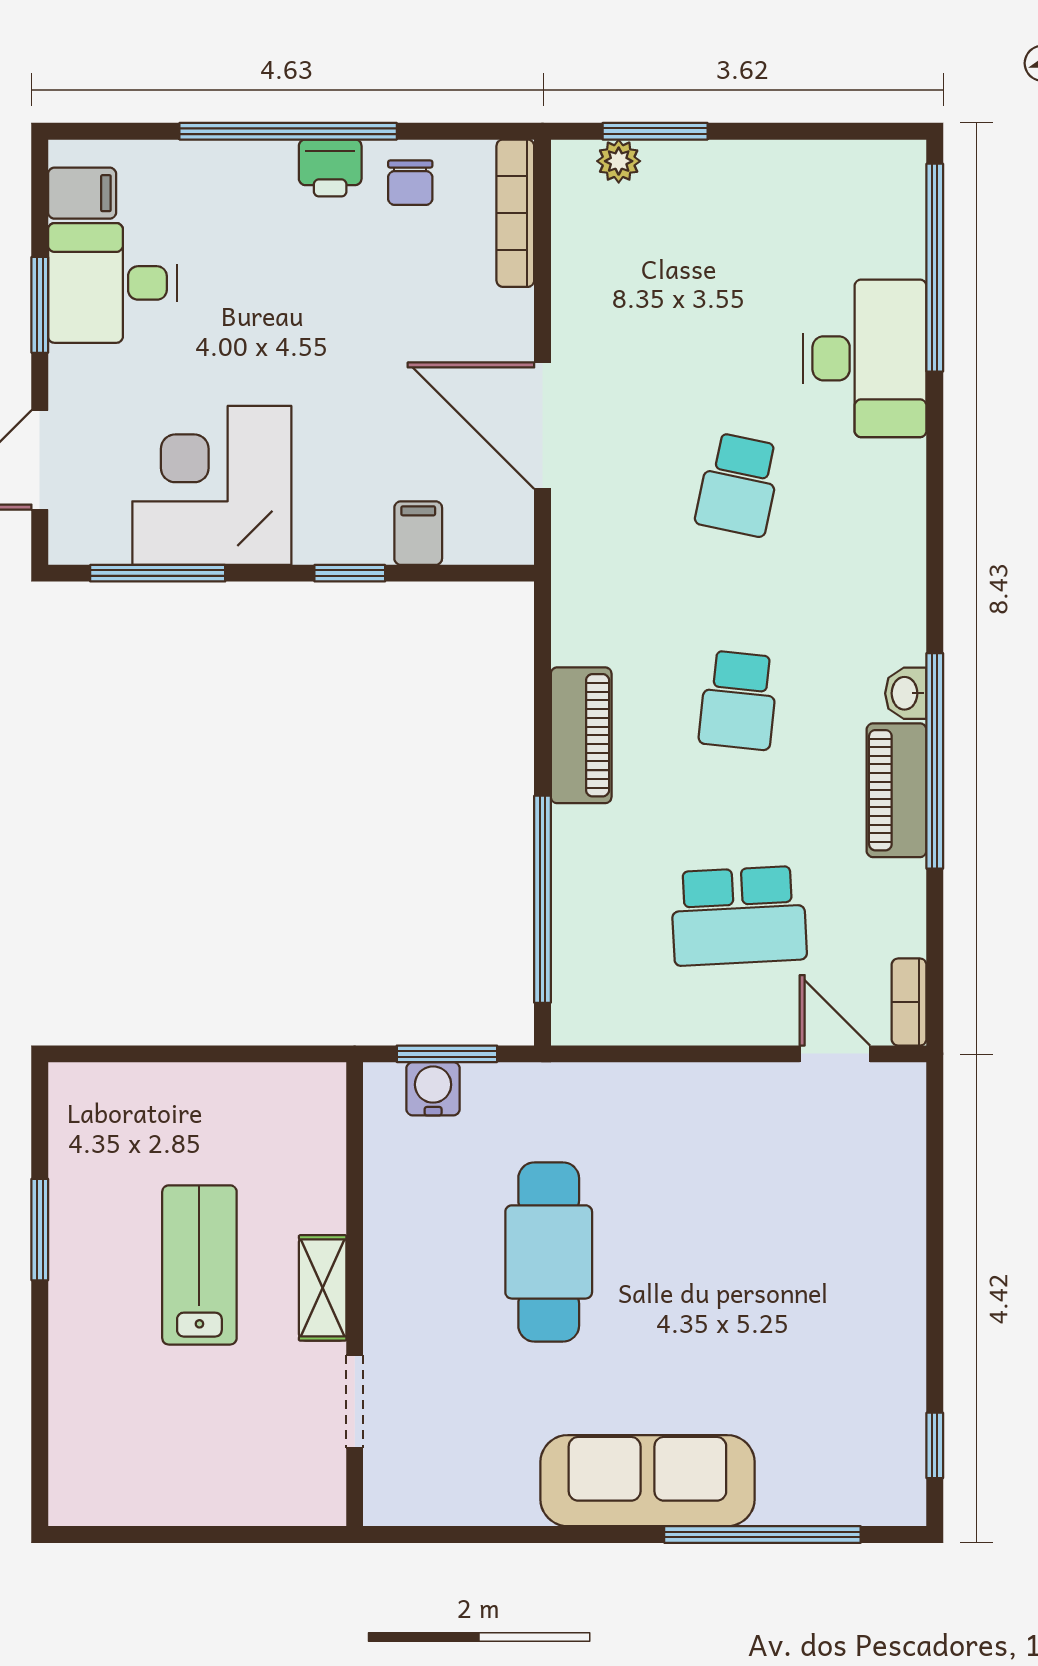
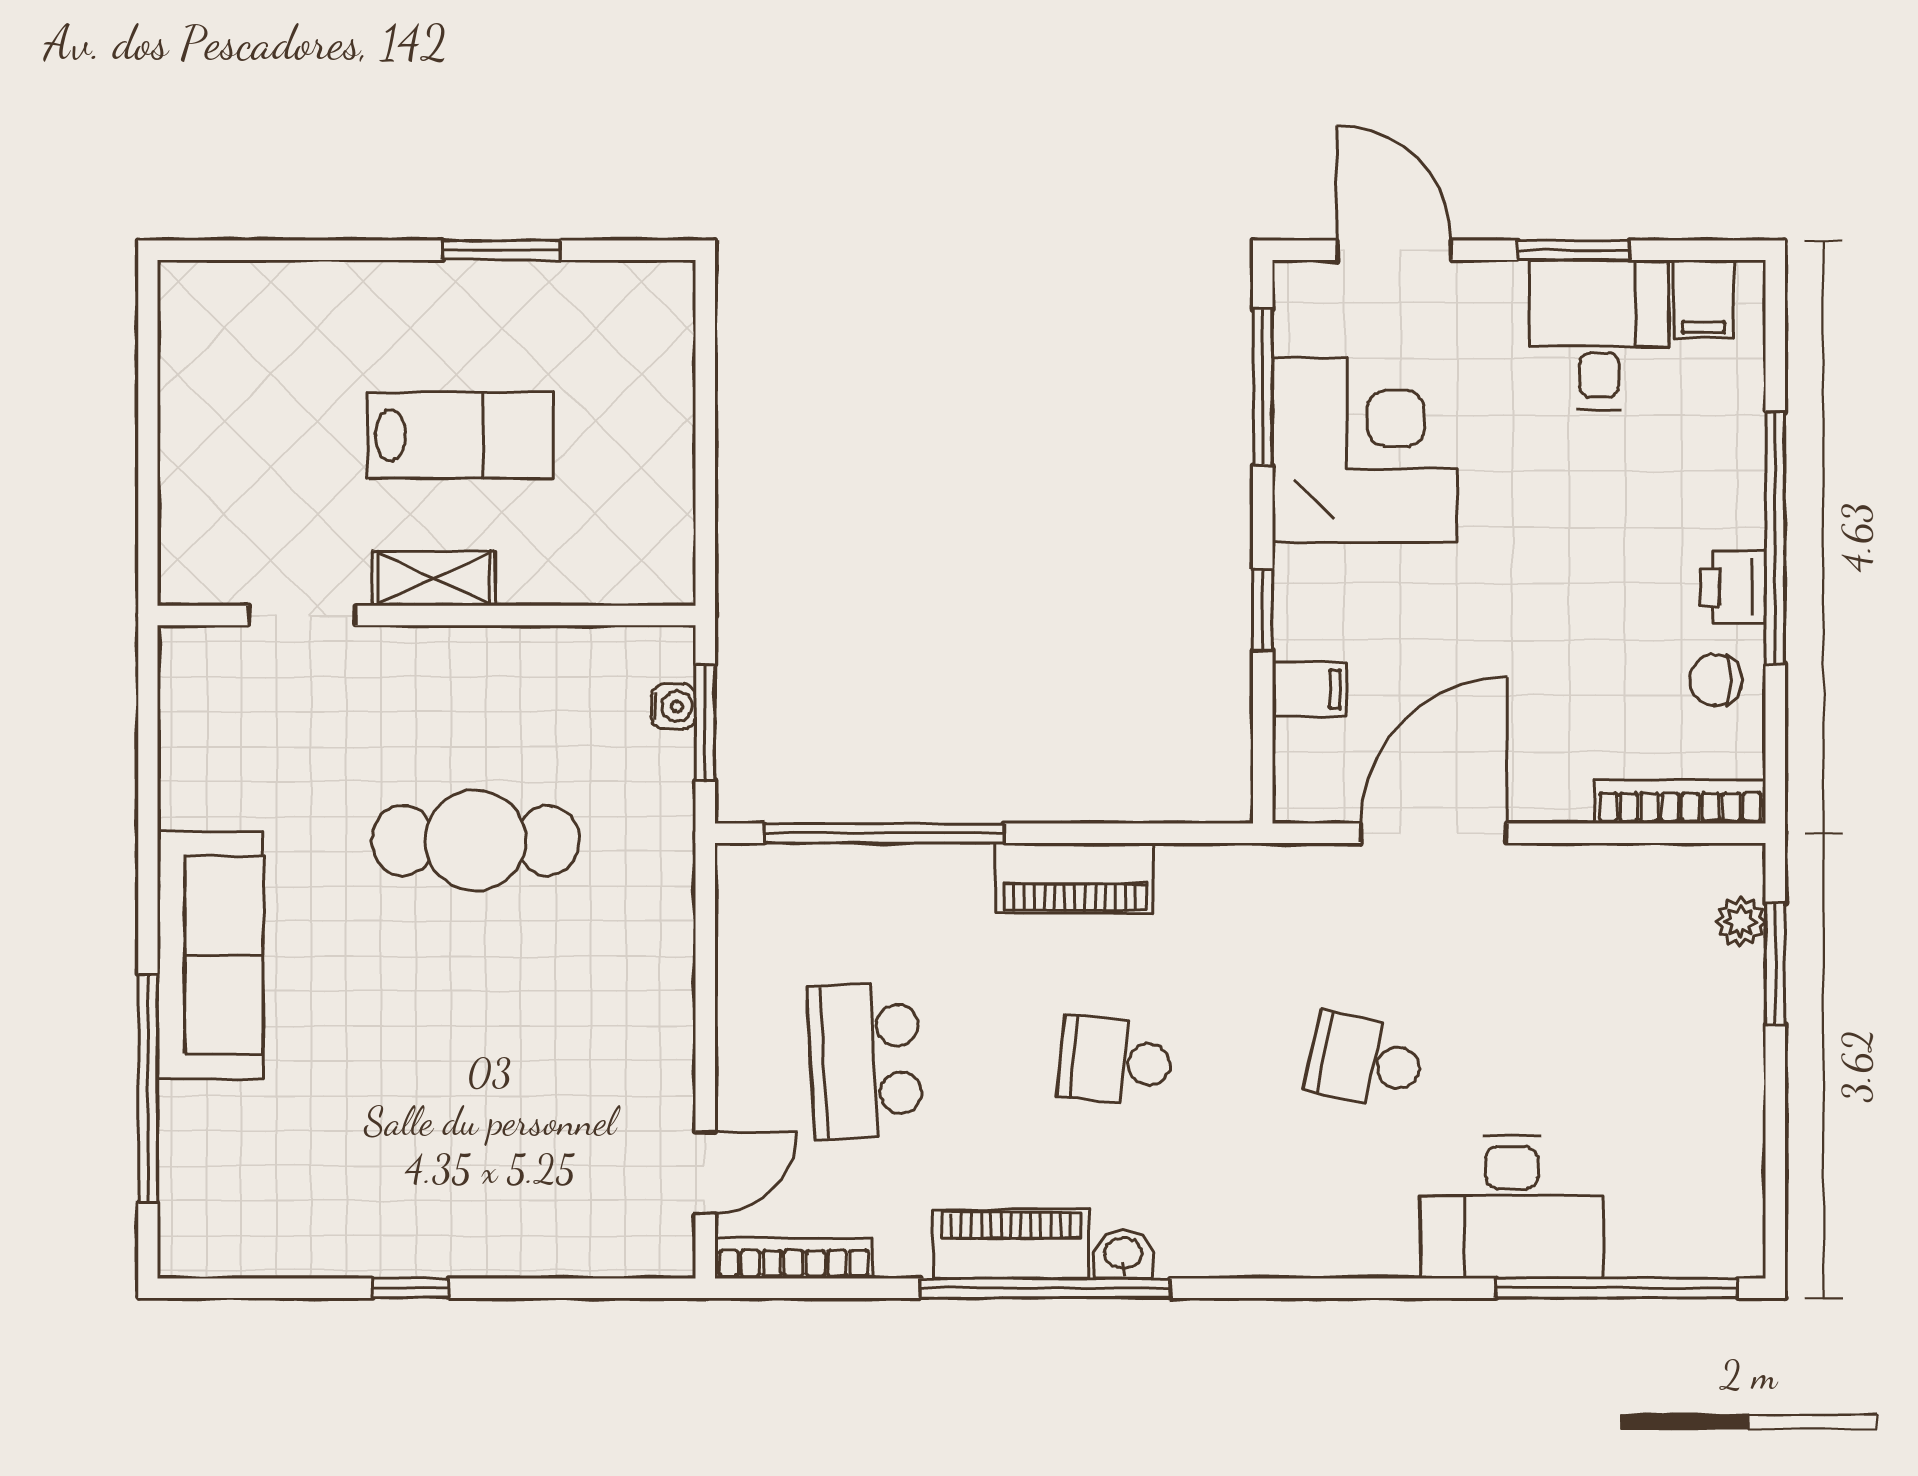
bookcase: (909, 1002) -> (794, 1258), width x1.56
water cooler: (433, 1089) -> (673, 706), width x0.72, depth x0.72
window: (935, 1445) -> (411, 1288), moved

